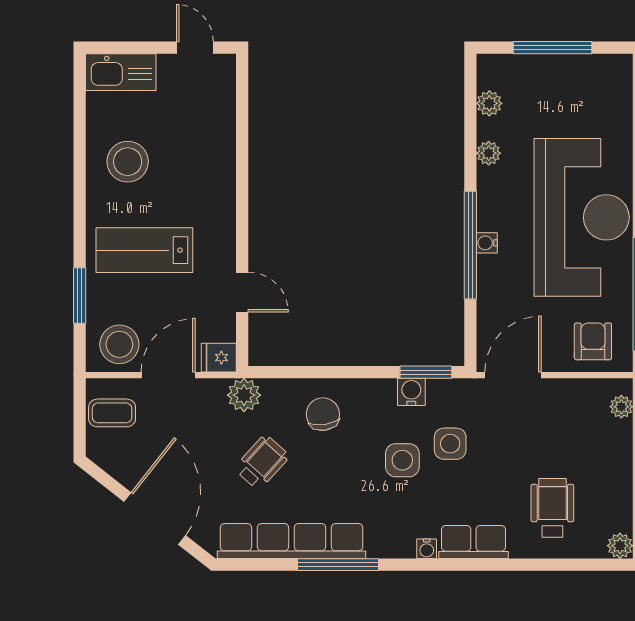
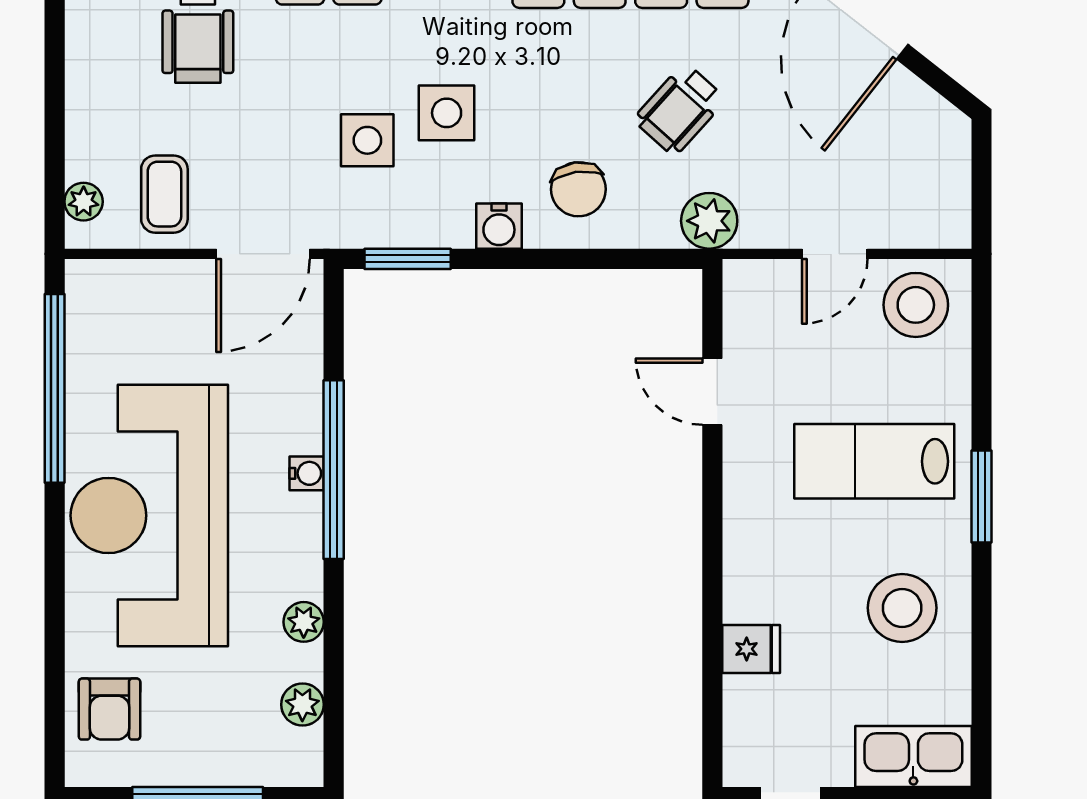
lab bench: (144, 250) -> (874, 461), turned 180
window: (80, 295) -> (981, 497), moved
armchair: (593, 341) -> (109, 709), moved
fridge: (219, 358) -> (751, 649), moved
door: (168, 375) -> (835, 254), width x0.73
water cooler: (411, 392) -> (499, 226), moved
coffee table: (112, 413) -> (164, 194), moved, turned 90

